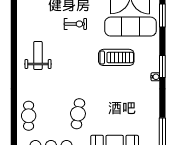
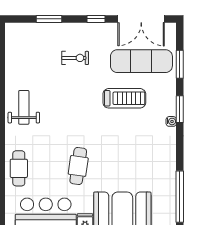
window: (162, 16) -> (180, 64), moved
weight bench: (38, 55) -> (24, 107), moved

